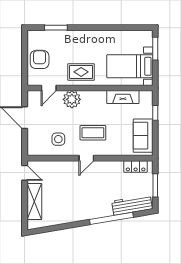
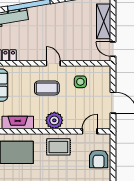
plant: (72, 99) -> (54, 120), moved
door: (86, 158) -> (53, 63), hinge flipped

